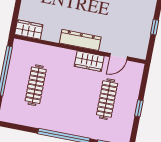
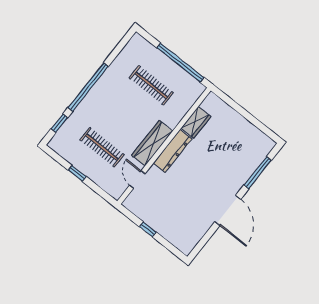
wardrobe: (29, 30) -> (196, 122), moved
wardrobe: (89, 61) -> (152, 143), width x1.50

